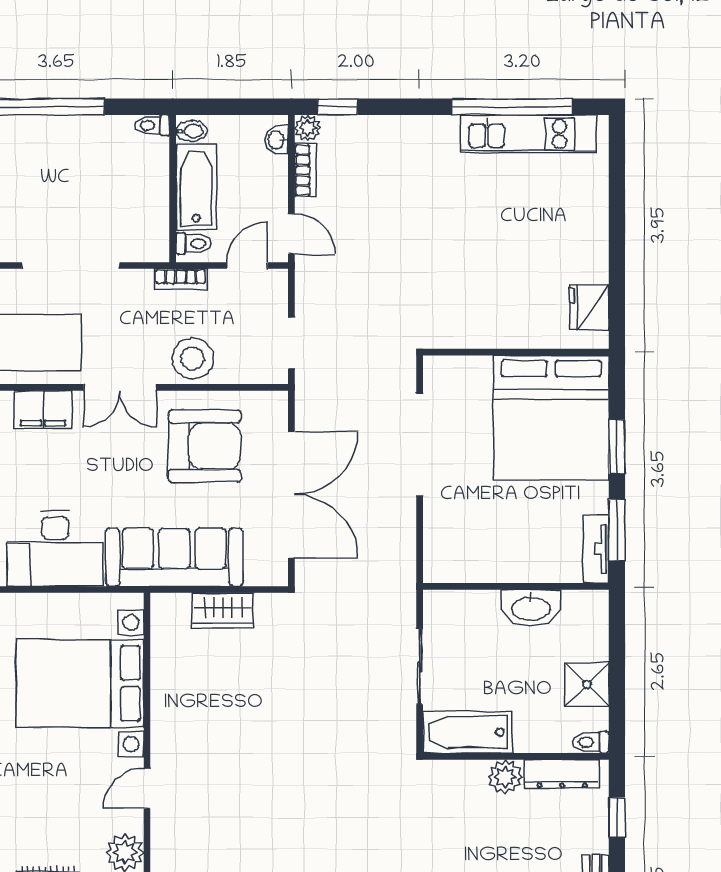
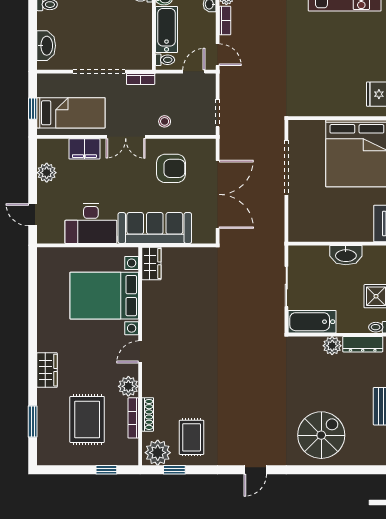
bookcase: (181, 279) -> (141, 79), moved
stool: (193, 358) -> (165, 121), width x0.53, depth x0.53
armchair: (205, 446) -> (171, 168), width x0.73, depth x0.73
wardrobe: (223, 610) -> (151, 263), moved, turned -90

